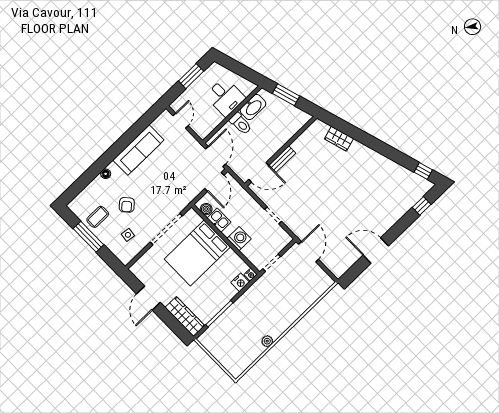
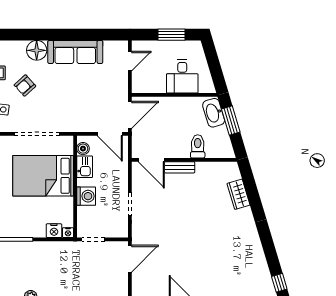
washbasin: (253, 107) -> (214, 113), moved, turned 73
toilet: (240, 124) -> (198, 146), moved, turned 180
floor lamp: (106, 174) -> (37, 50), width x1.89, depth x1.89
door: (214, 182) -> (110, 134), hinge flipped

